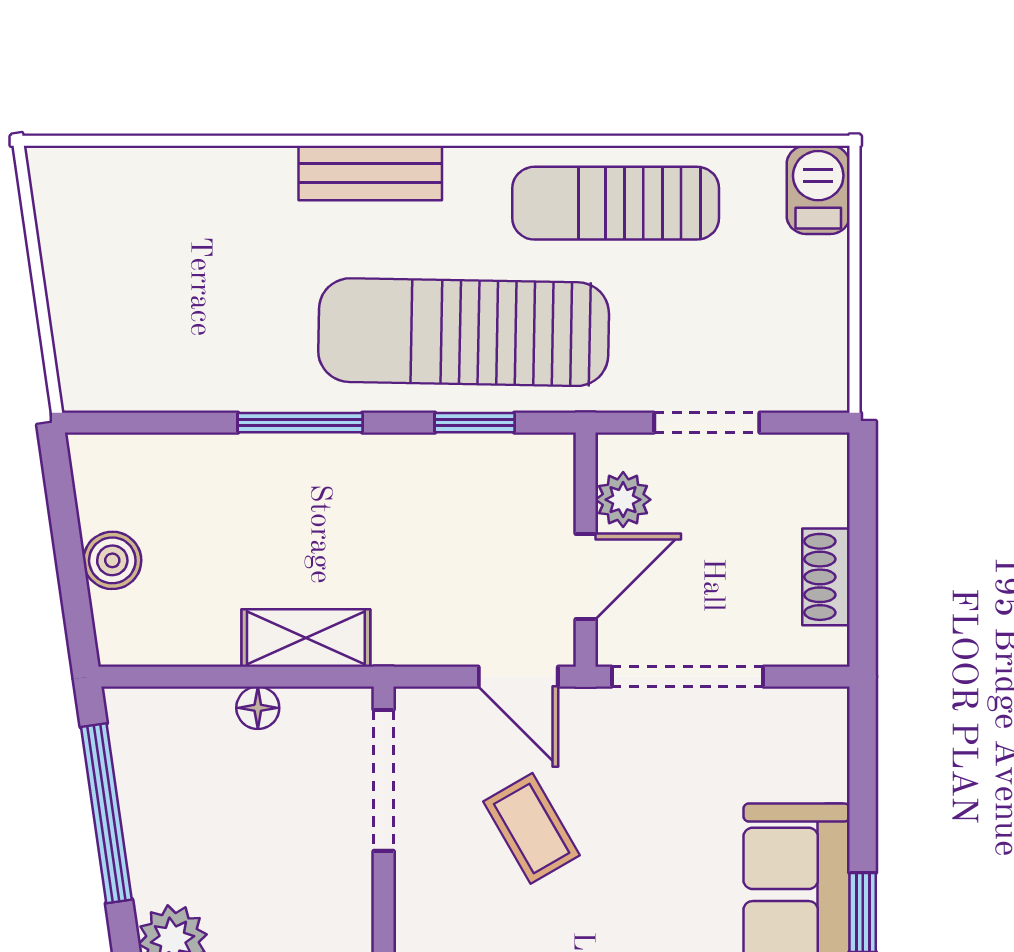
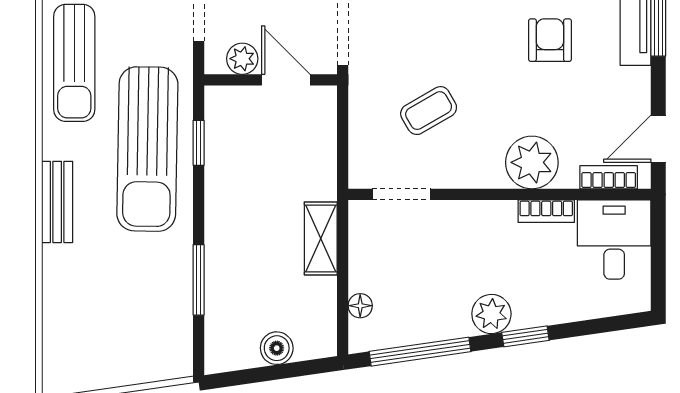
window: (300, 423) -> (199, 280), moved
door: (518, 677) -> (343, 118), removed
floor lamp: (258, 708) -> (360, 306), moved
doorway: (384, 780) -> (401, 194), width x0.73

